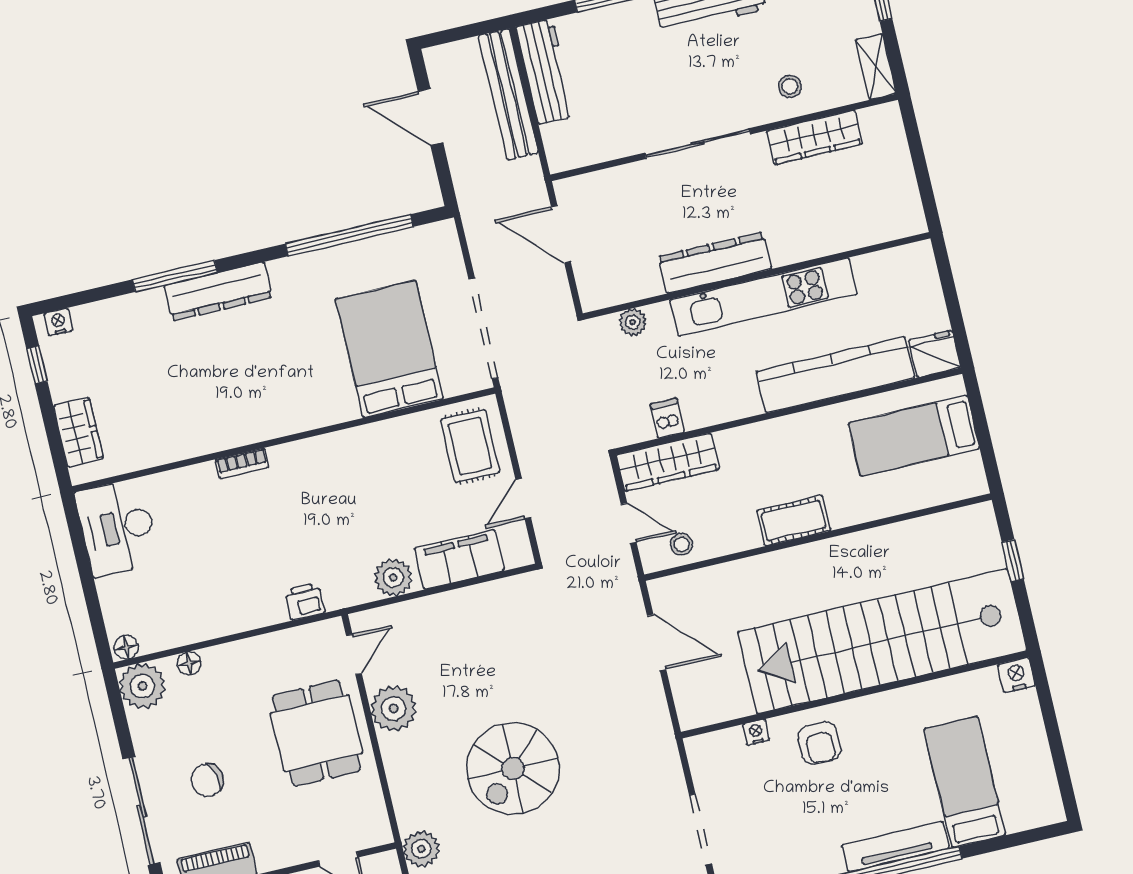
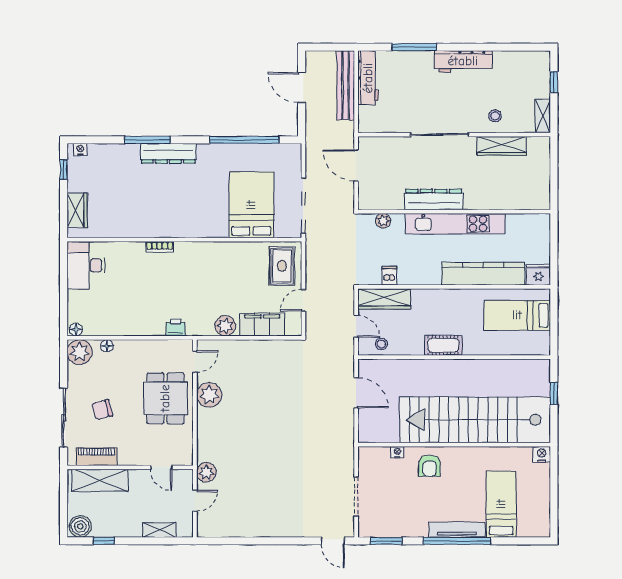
spiral stairs: (513, 769) -> (265, 441), removed

